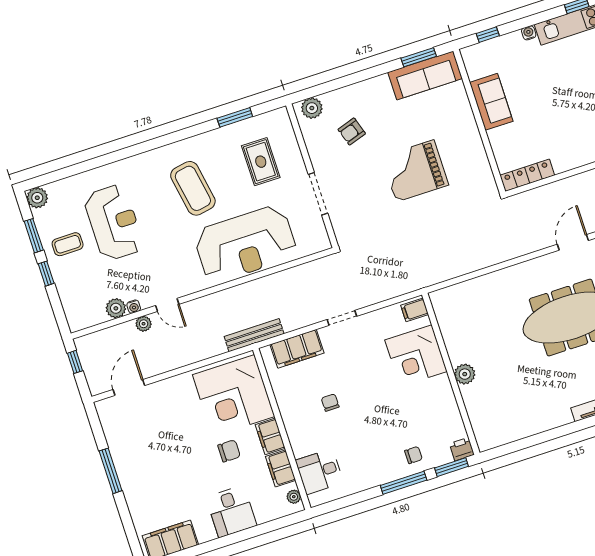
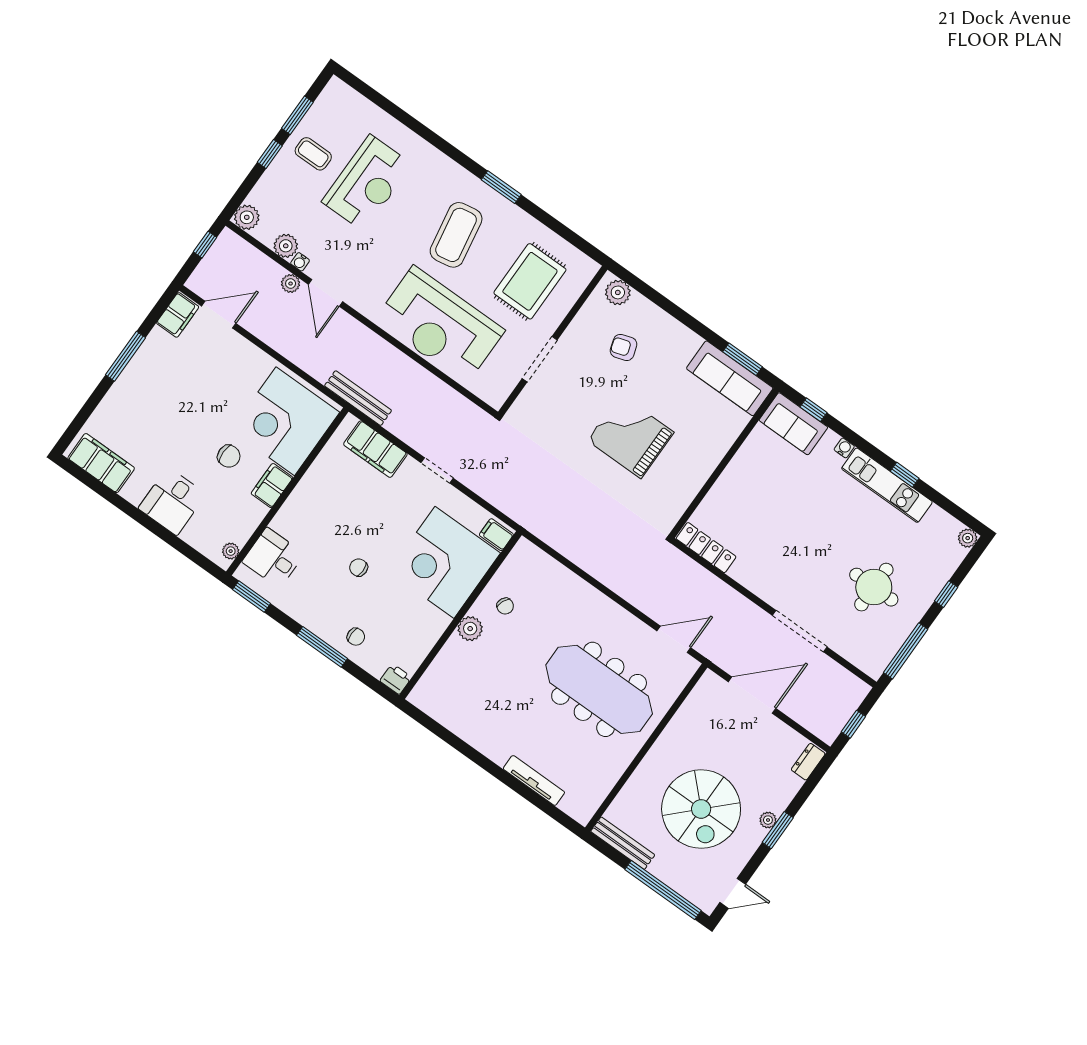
sofa: (491, 102) -> (793, 424), moved, turned 90
window: (235, 117) -> (501, 187), moved
rug: (261, 162) -> (530, 281), width x1.36, depth x1.43
plant: (37, 198) -> (247, 217), moved
door: (167, 305) -> (326, 293), width x1.38
chair: (467, 339) -> (505, 606), added
corner desk: (416, 356) -> (444, 562), width x1.36, depth x1.36
chair: (330, 403) -> (359, 568), moved, turned -90
window: (451, 467) -> (252, 597), moved
filing cabinet: (281, 468) -> (178, 315), moved, turned 180

